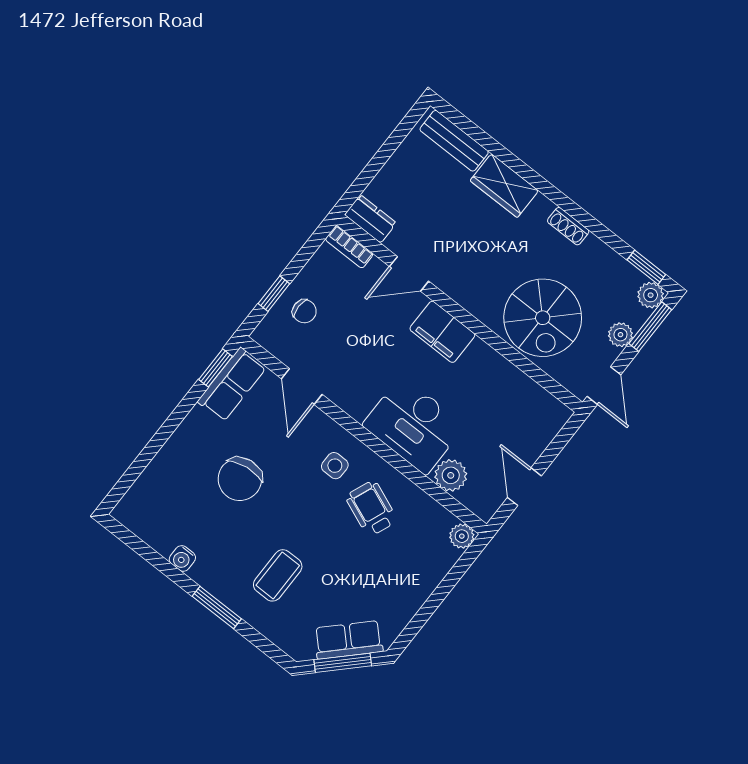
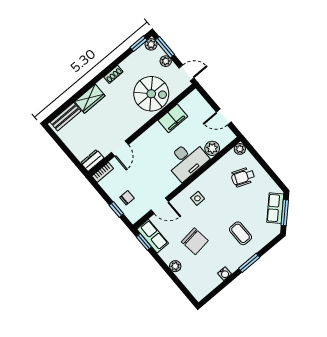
filing cabinet: (442, 332) -> (173, 118), moved
plant: (177, 448) -> (175, 266), added
wheelchair: (371, 509) -> (243, 177), moved

